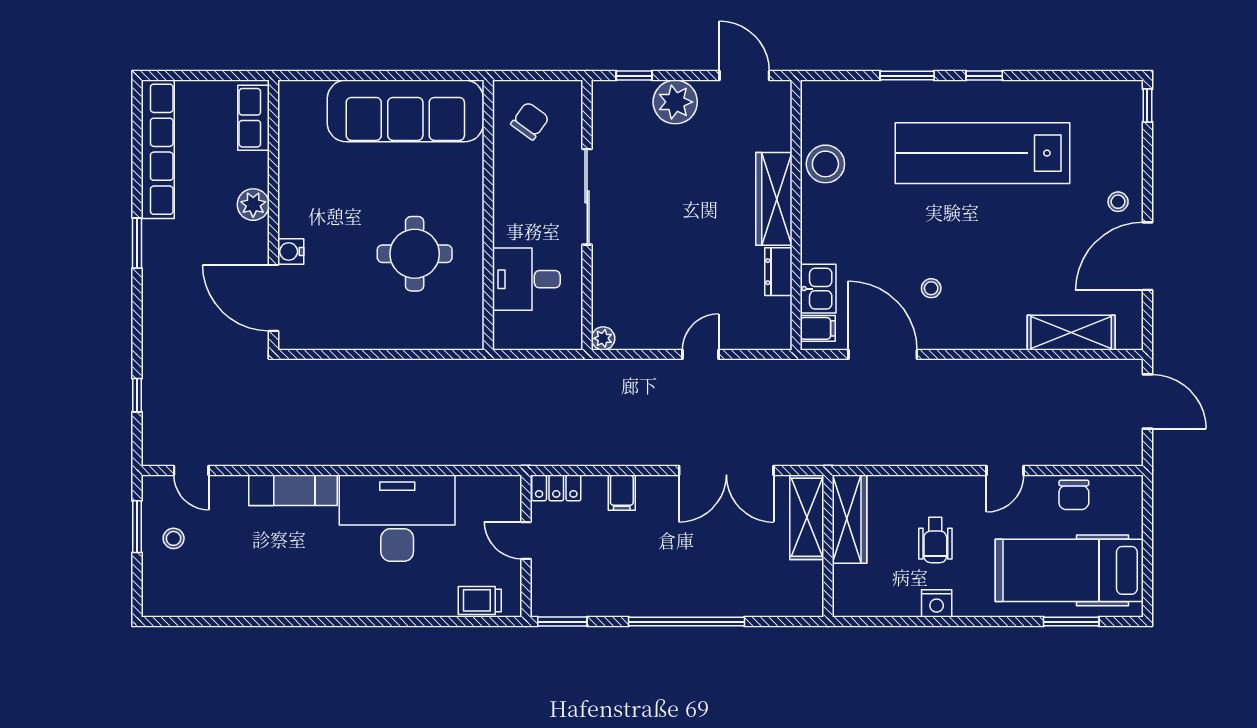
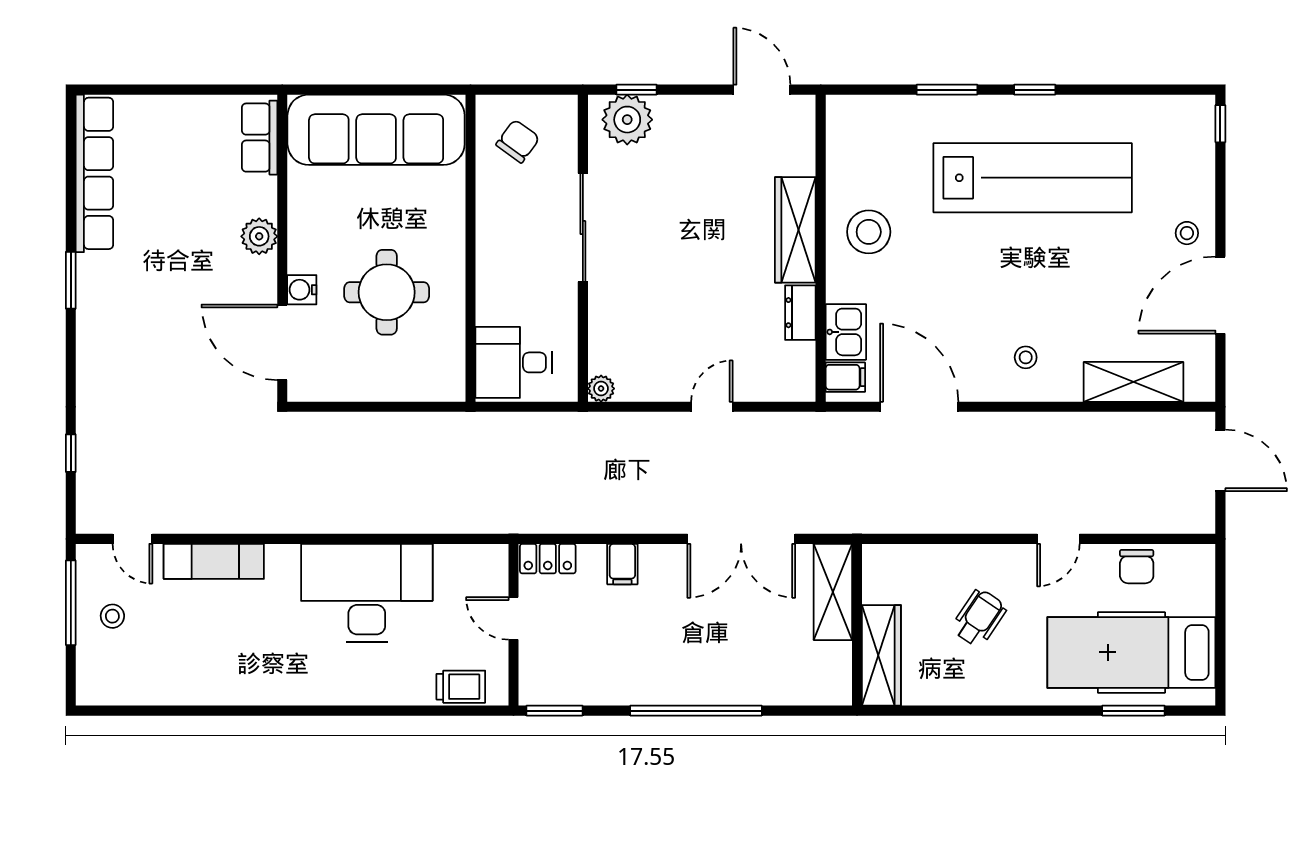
plant: (675, 102) -> (627, 120), moved
row of seats: (254, 118) -> (260, 138), moved
lab bench: (982, 153) -> (1033, 178), turned 180
stool: (825, 164) -> (869, 232), moved
plant: (253, 205) -> (259, 236), moved
wall: (273, 215) -> (282, 248), moved
water cooler: (291, 252) -> (302, 290), moved
desk: (526, 279) -> (514, 362), moved
stool: (931, 288) -> (1026, 357), moved
door: (273, 298) -> (282, 342), moved
exam couch: (293, 490) -> (214, 561), moved
wardrobe: (850, 519) -> (881, 655), moved
window: (137, 527) -> (71, 603), width x1.44
wheelchair: (935, 540) -> (979, 618), turned -146
trolley: (480, 600) -> (461, 687), turned 180
nightstand: (937, 603) -> (980, 690), removed

